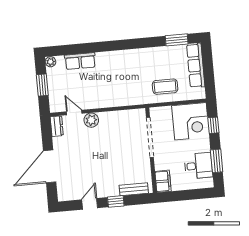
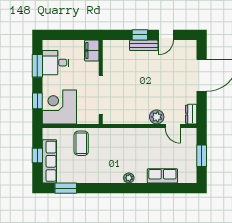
plant: (50, 62) -> (129, 178), moved
window: (208, 70) -> (37, 155), added
coffee table: (165, 87) -> (81, 143), turned 90
bench: (134, 189) -> (144, 45), moved

